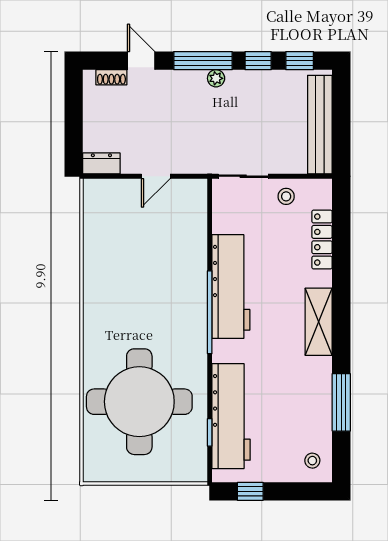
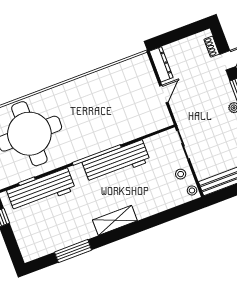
dresser: (101, 163) -> (161, 64), width x1.44
door: (156, 176) -> (164, 94), swing flipped
locker: (322, 240) -> (163, 204), removed
stool: (312, 461) -> (192, 190), moved

